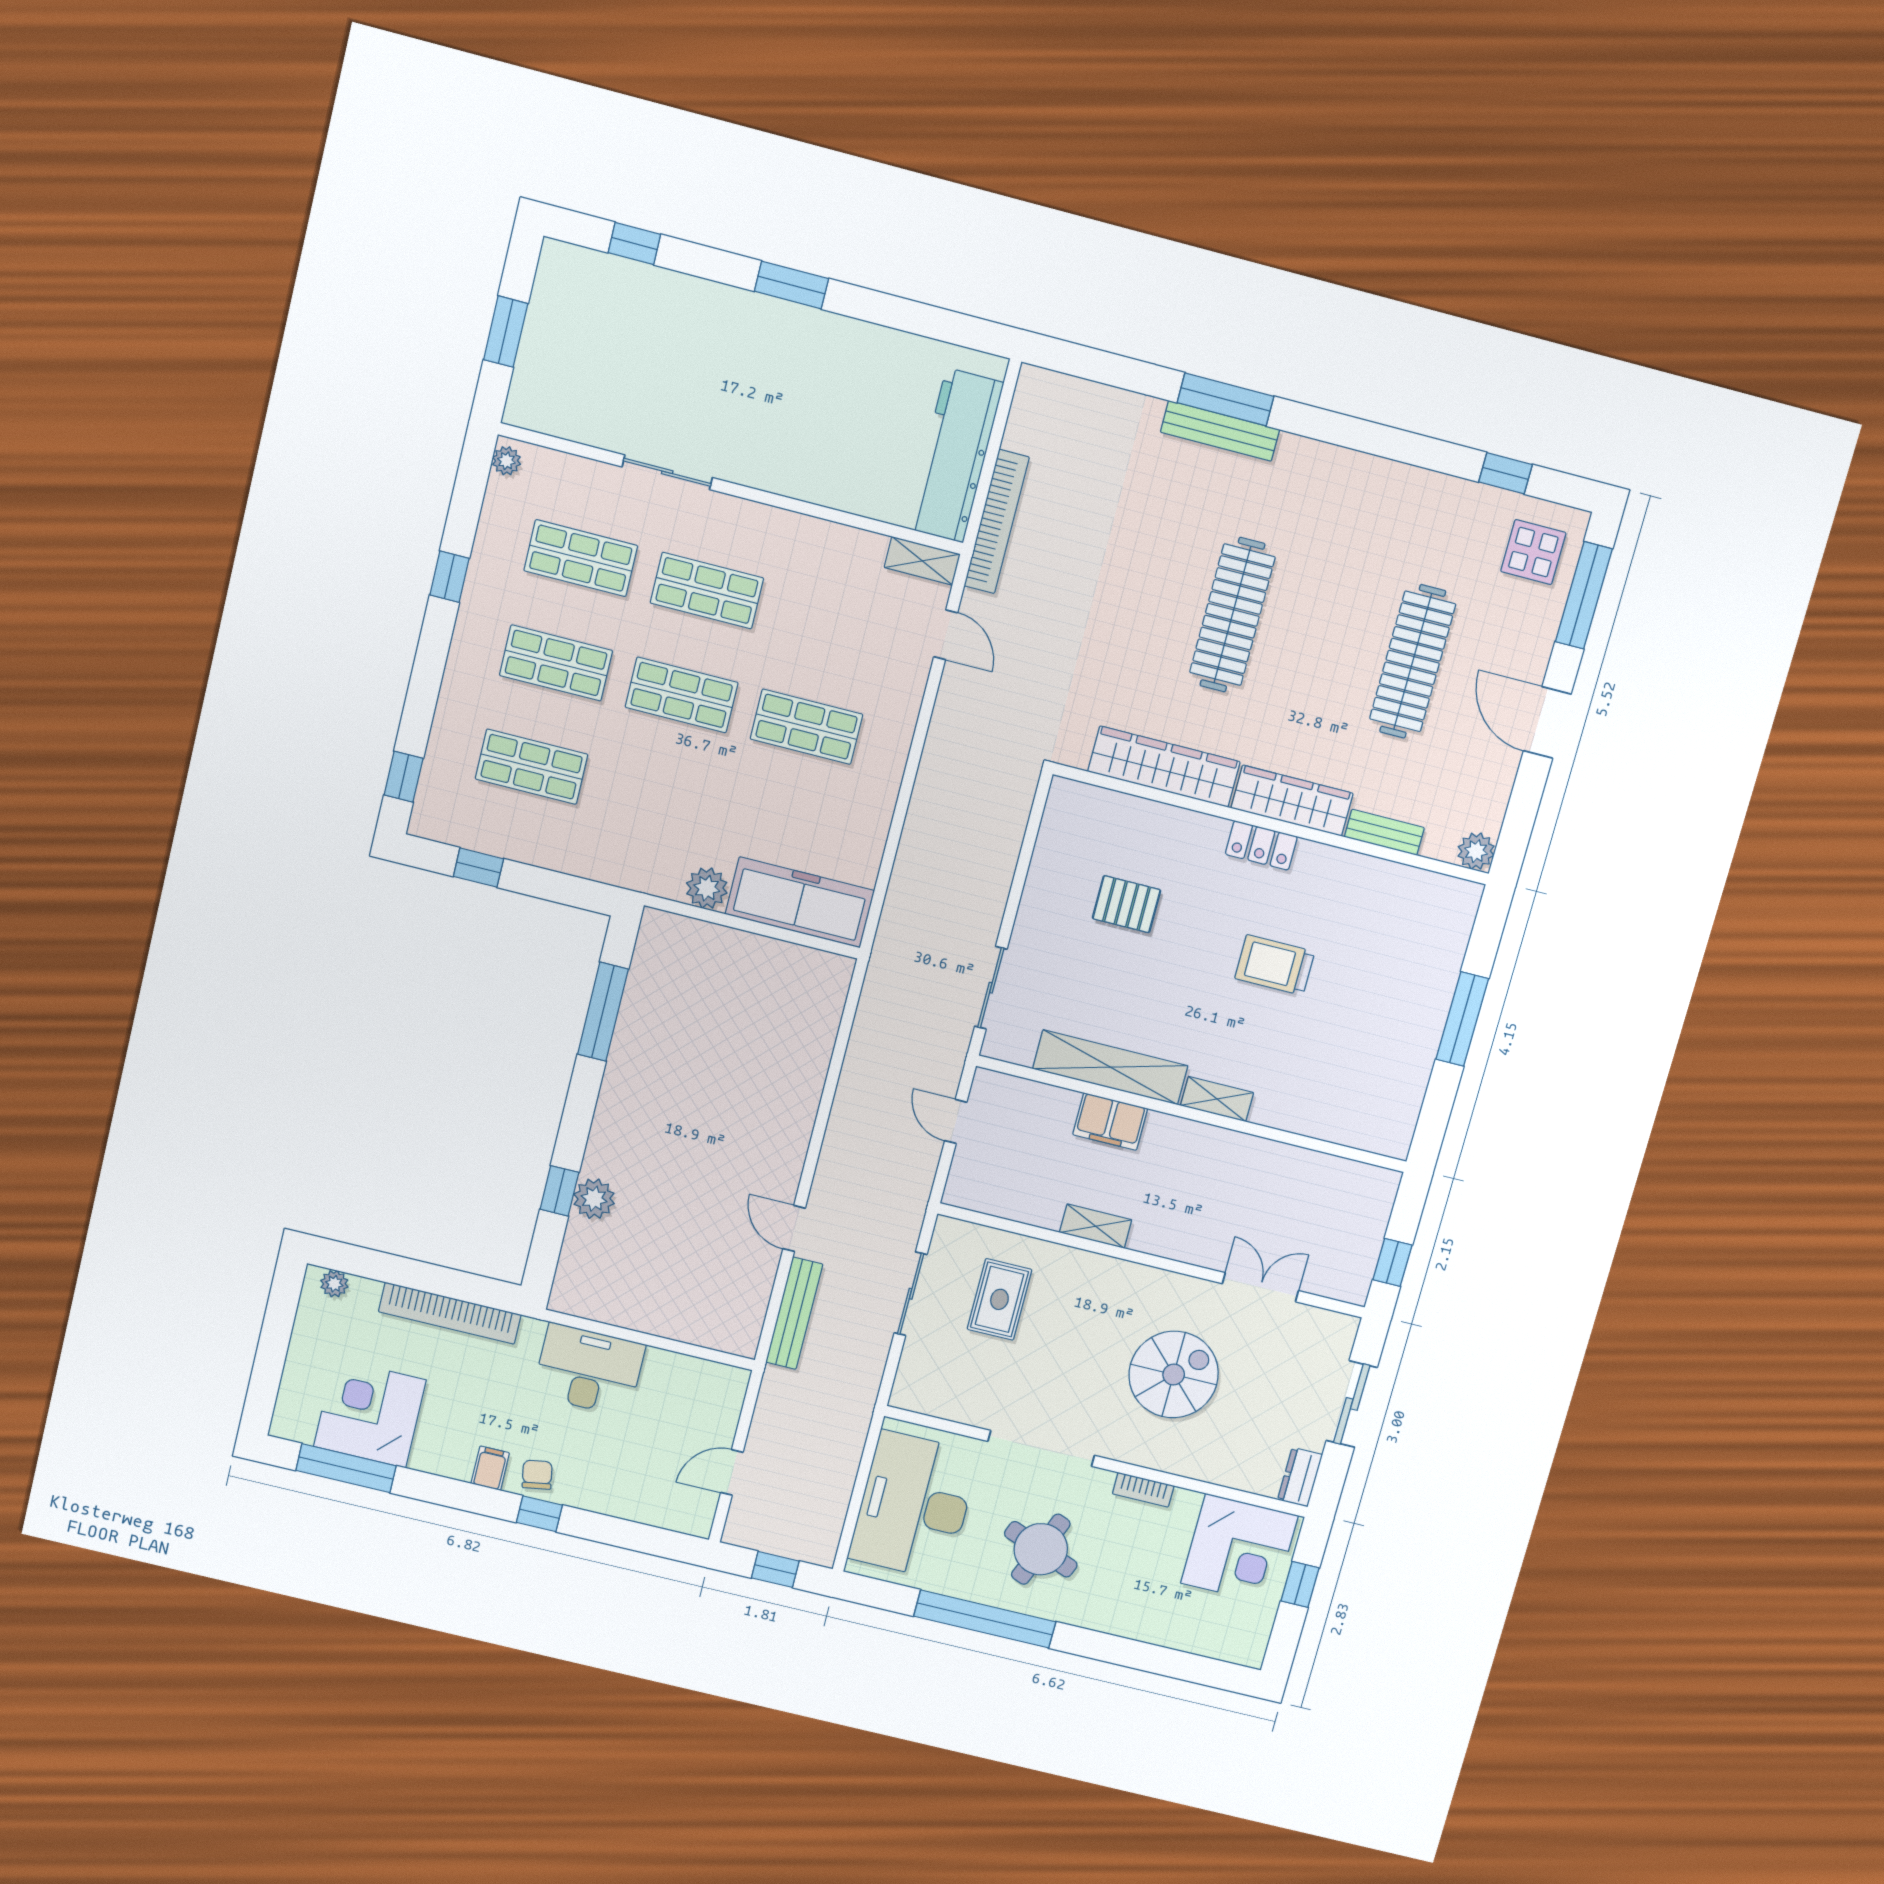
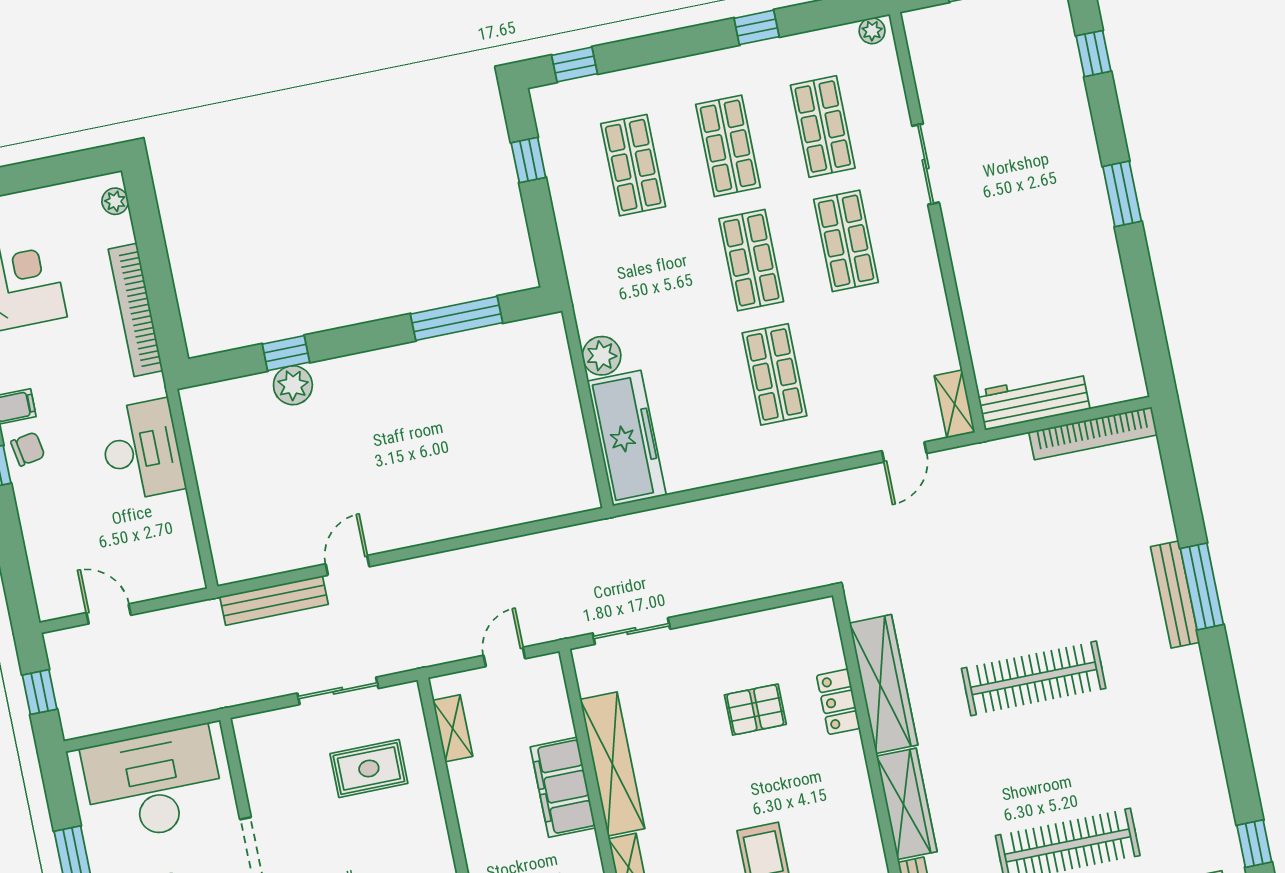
workbench: (955, 456) -> (1034, 400), width x0.73, depth x0.76
bookcase: (997, 522) -> (1093, 433), moved
locker: (1261, 845) -> (838, 702), moved
pallet: (1127, 904) -> (755, 710), turned 90
filing cabinet: (1110, 1122) -> (563, 787), width x1.50, depth x1.17
shelving: (1096, 1226) -> (453, 728), moved

